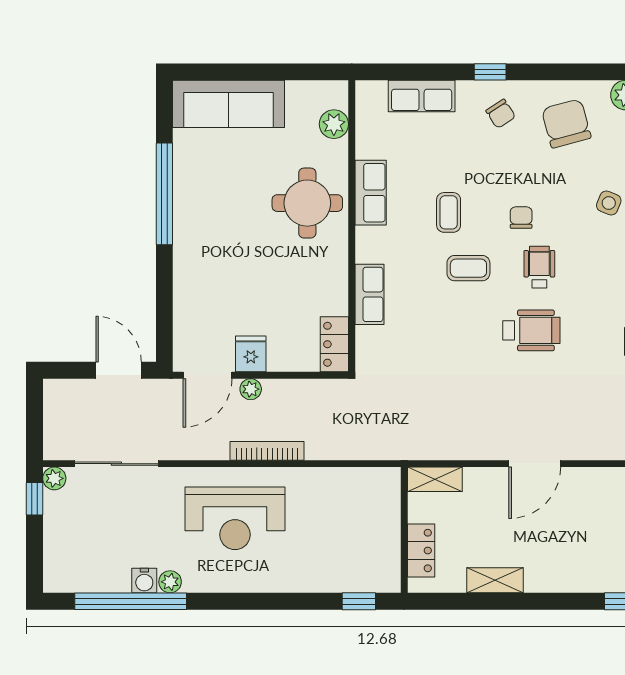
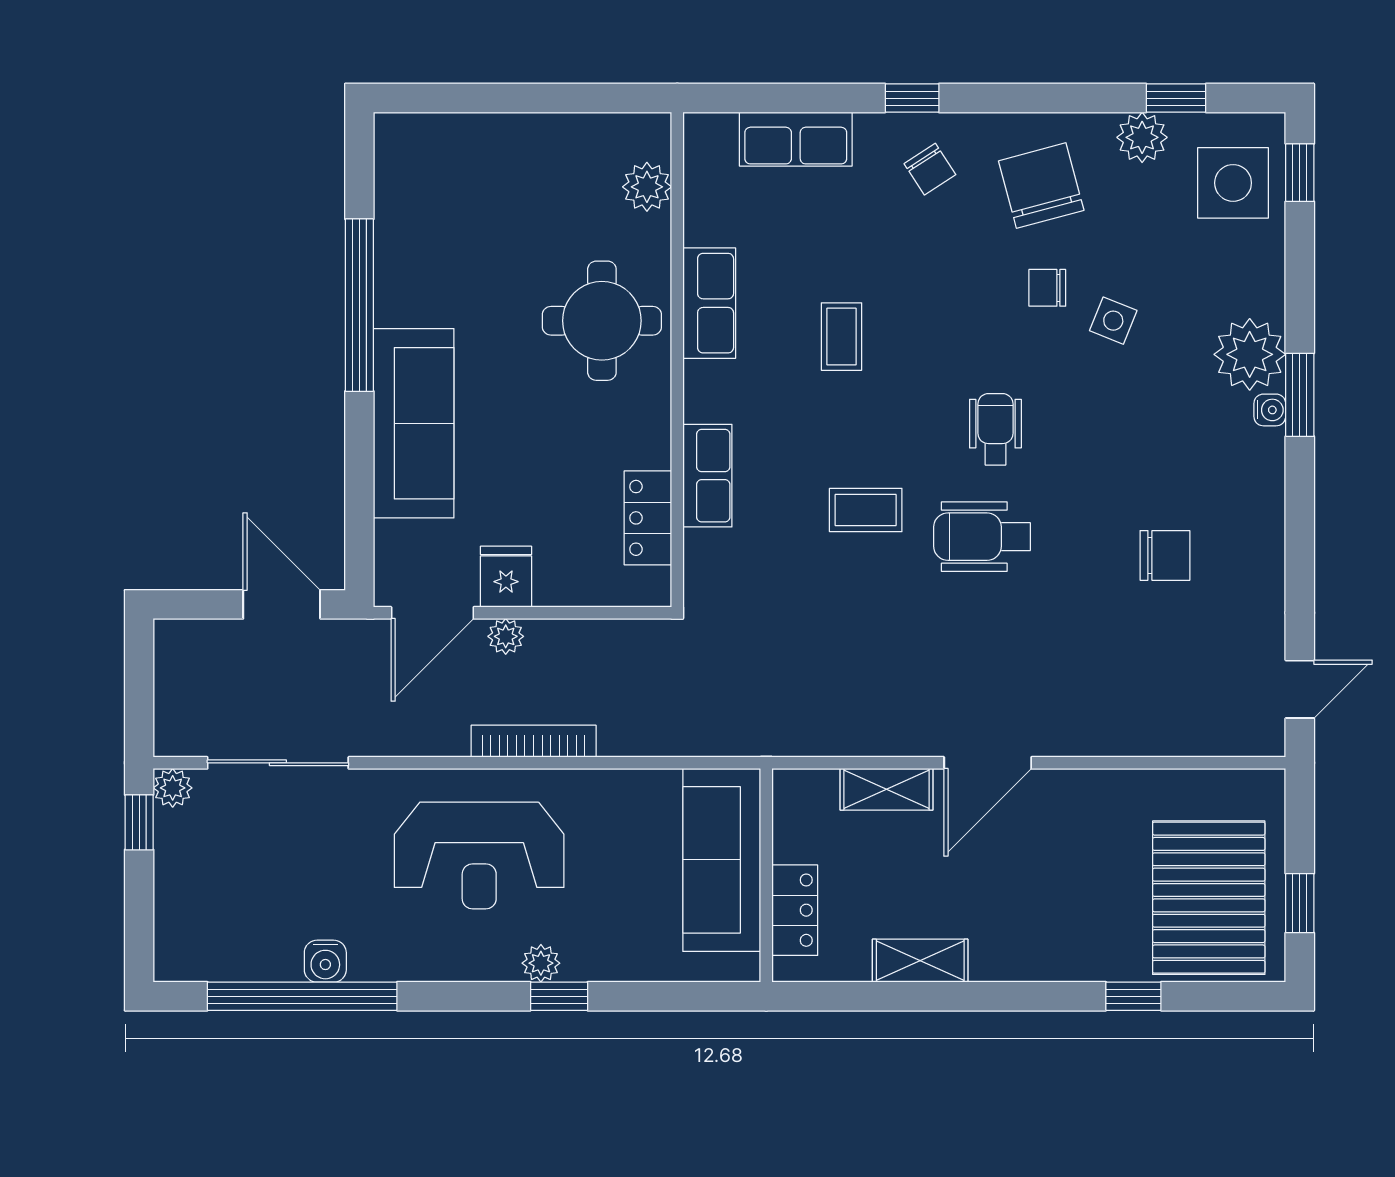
sofa: (228, 104) -> (414, 423), moved, turned -90
chair: (521, 218) -> (1047, 288), moved, turned -90
coffee table: (468, 268) -> (866, 510), moved
wheelchair: (531, 330) -> (982, 537), turned 180
locker: (334, 344) -> (648, 518), moved
shelving: (435, 479) -> (886, 789), moved
sofa: (378, 521) -> (722, 860), added
plant: (170, 582) -> (541, 963), moved
window: (359, 601) -> (559, 996), moved

